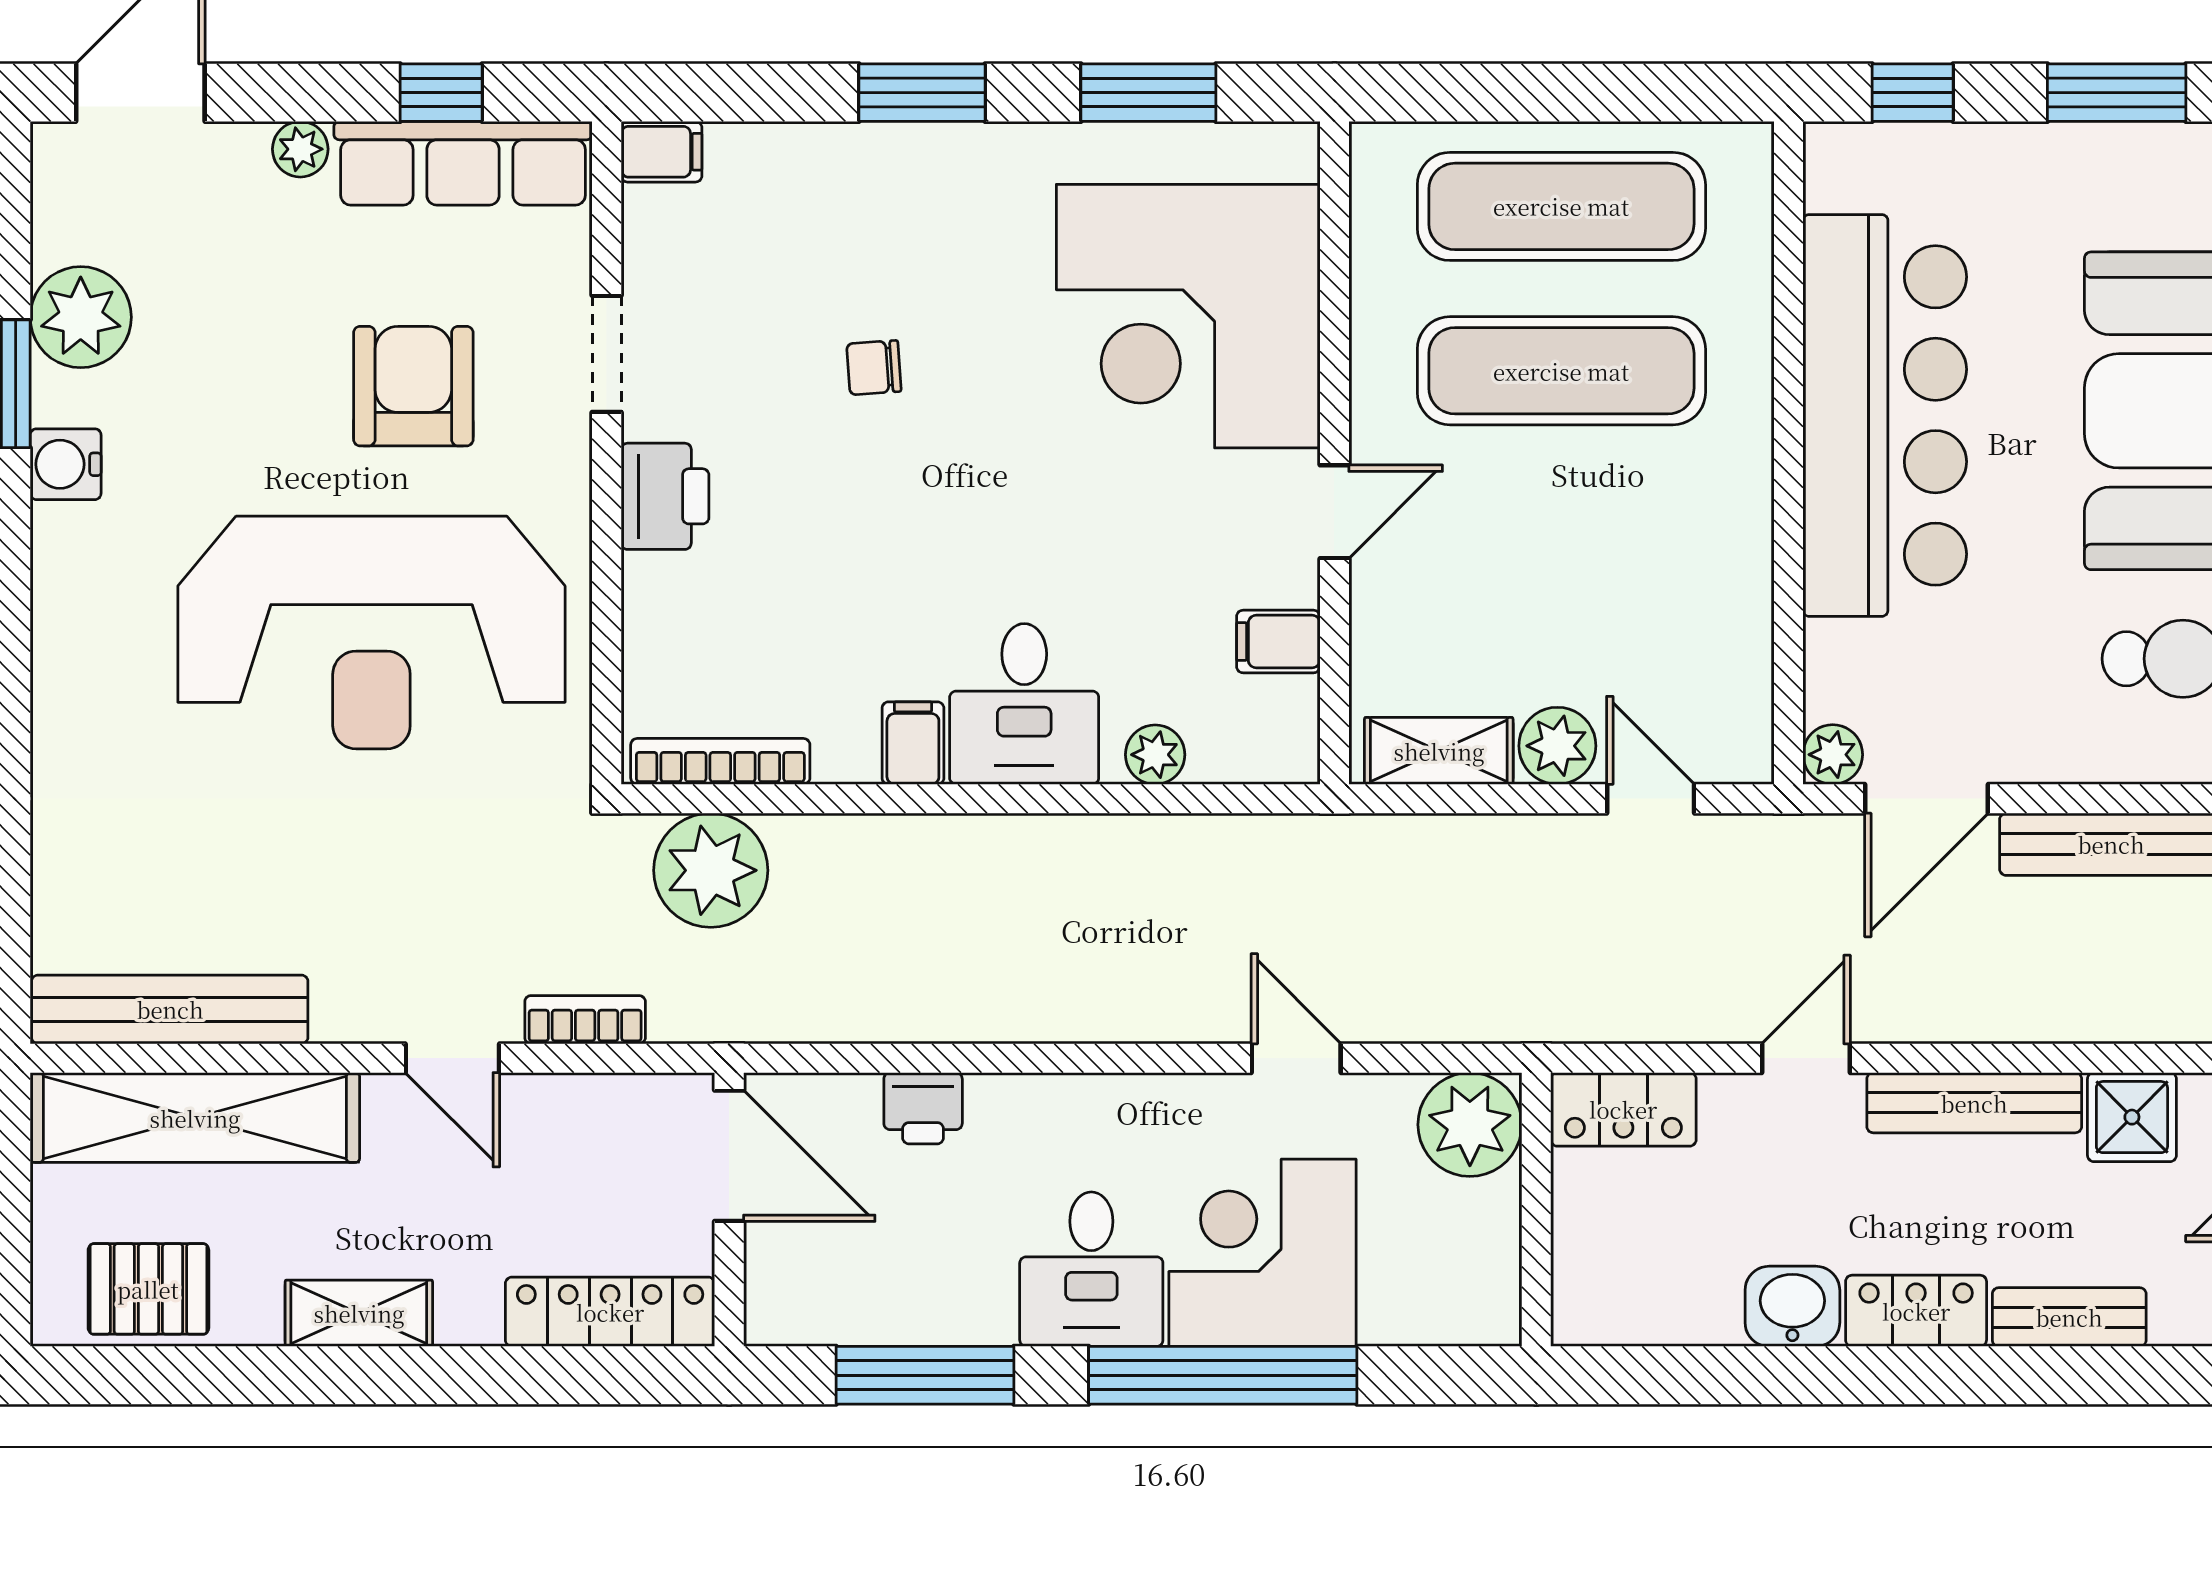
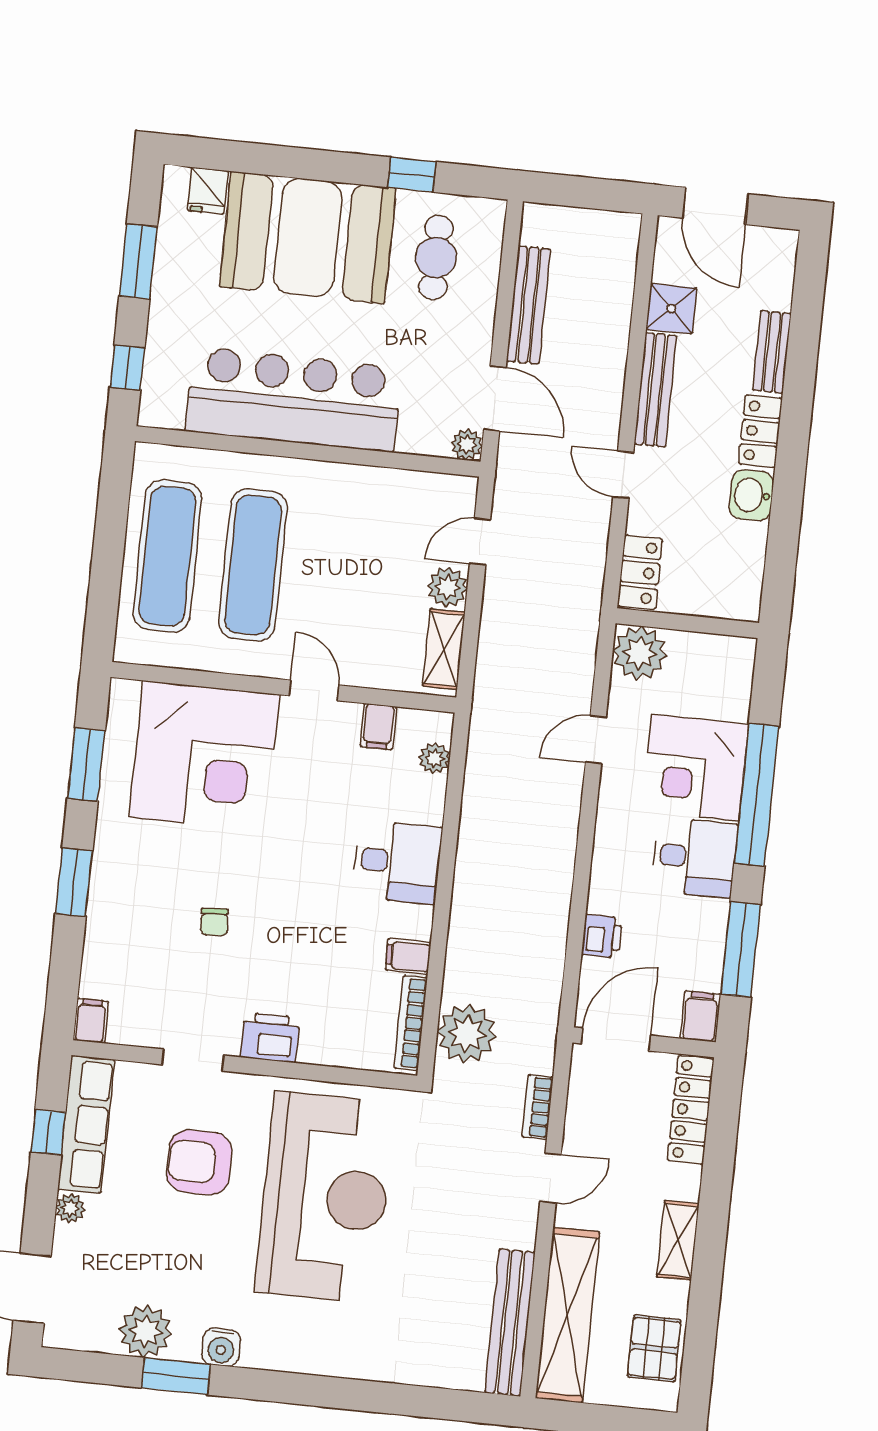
filing cabinet: (913, 743) -> (408, 956), moved
plant: (1155, 755) -> (435, 758), moved
filing cabinet: (790, 1312) -> (700, 1016), added

